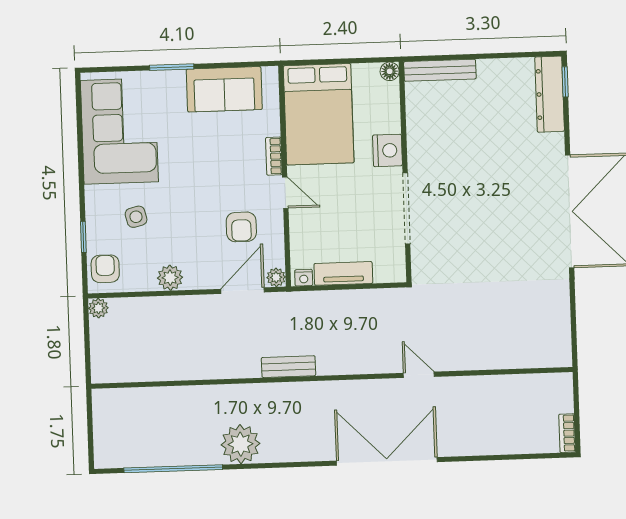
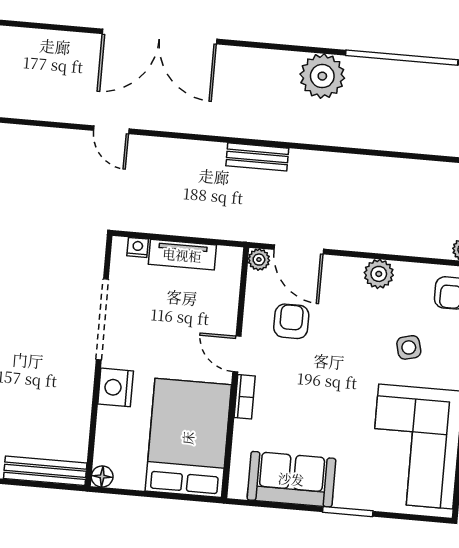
nightstand: (304, 278) -> (138, 247), moved
door: (243, 291) -> (299, 249), hinge flipped

